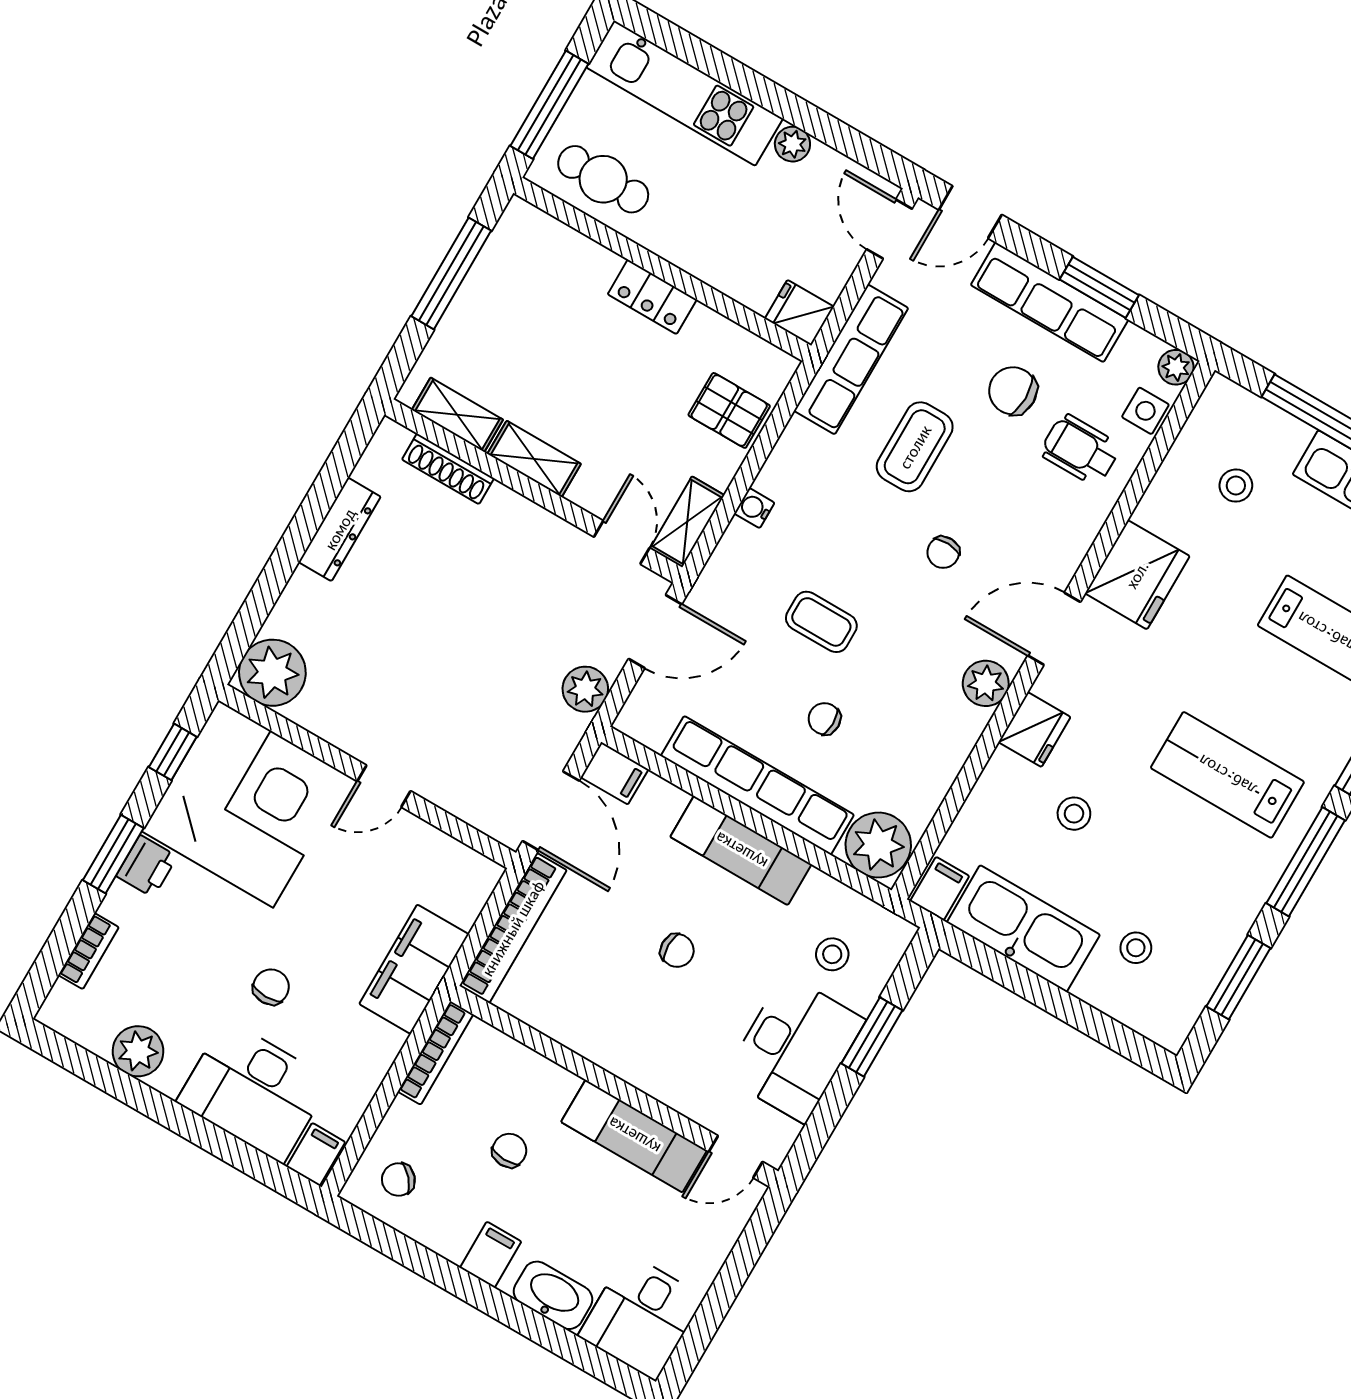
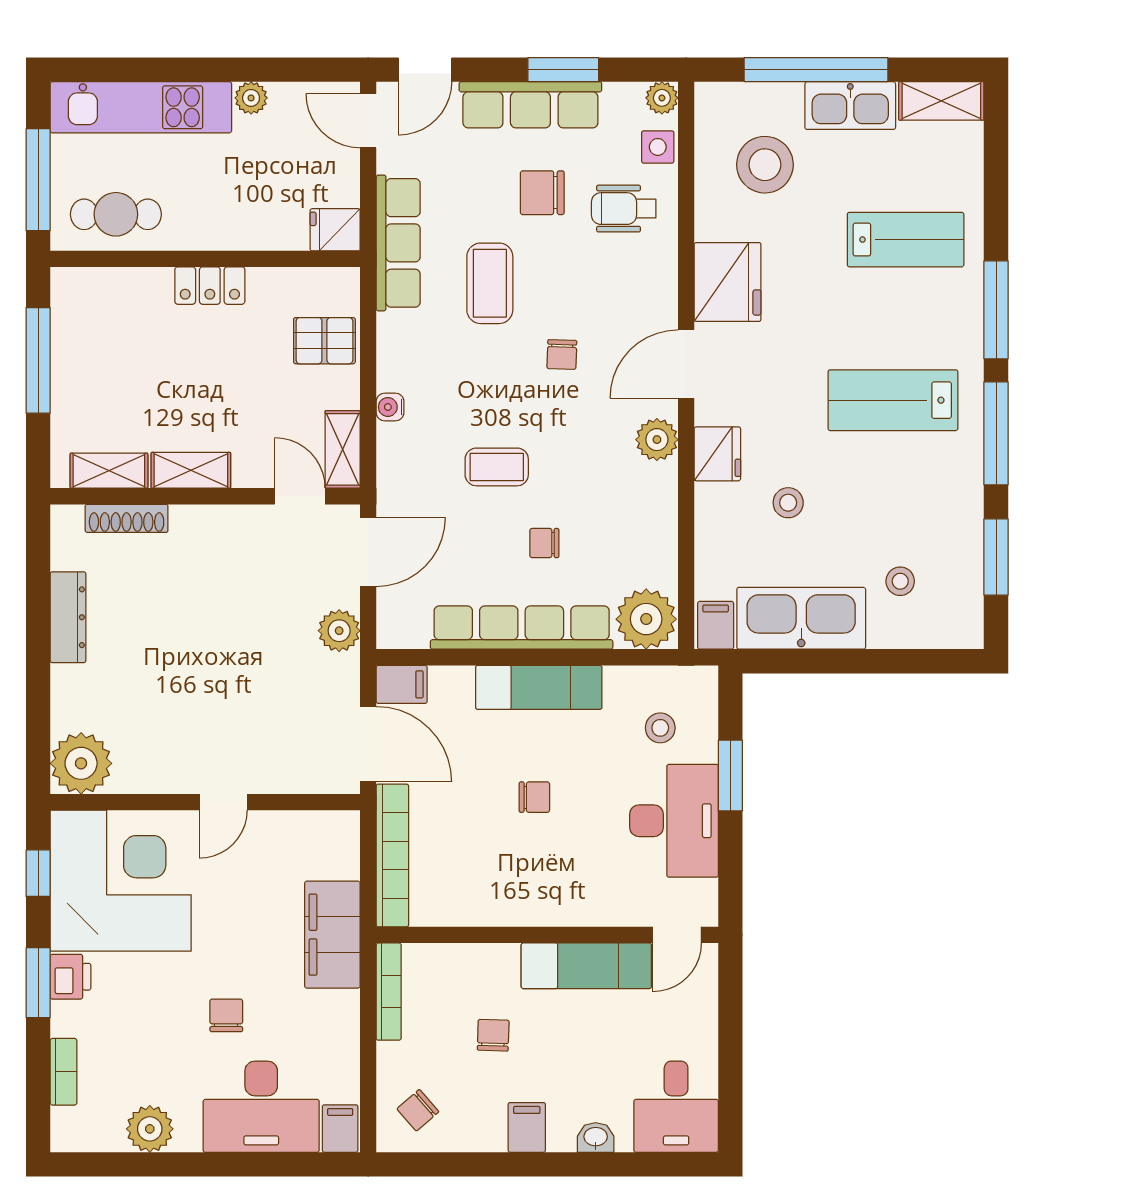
stool: (1236, 486) -> (765, 165), width x1.89, depth x1.89
washbasin: (553, 1295) -> (596, 1137), width x0.52, depth x0.69

